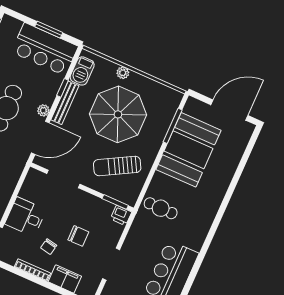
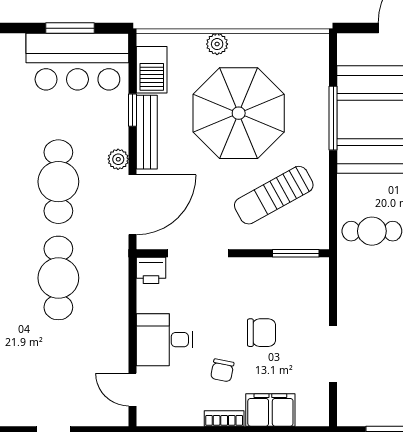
window: (173, 126) -> (333, 118), moved
printer: (121, 215) -> (151, 270), moved
bookcase: (32, 270) -> (224, 418), width x0.64

